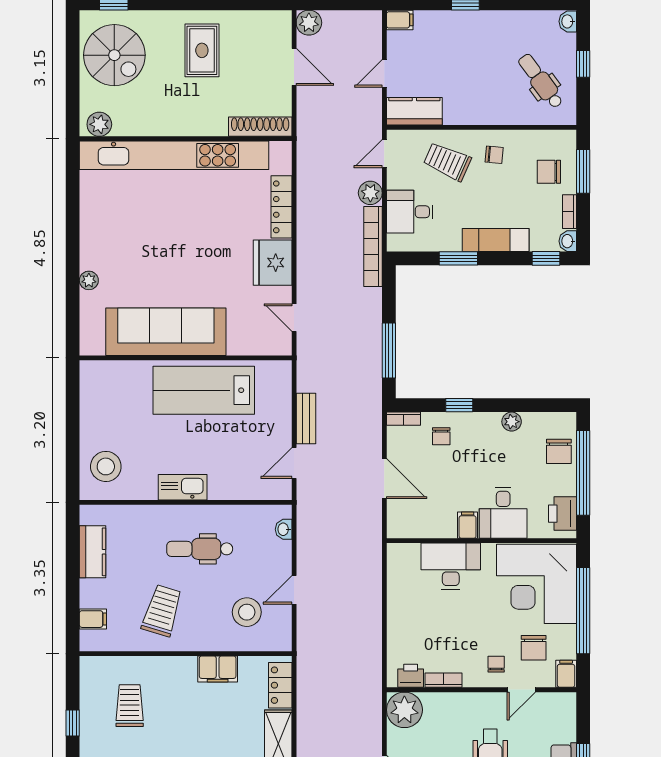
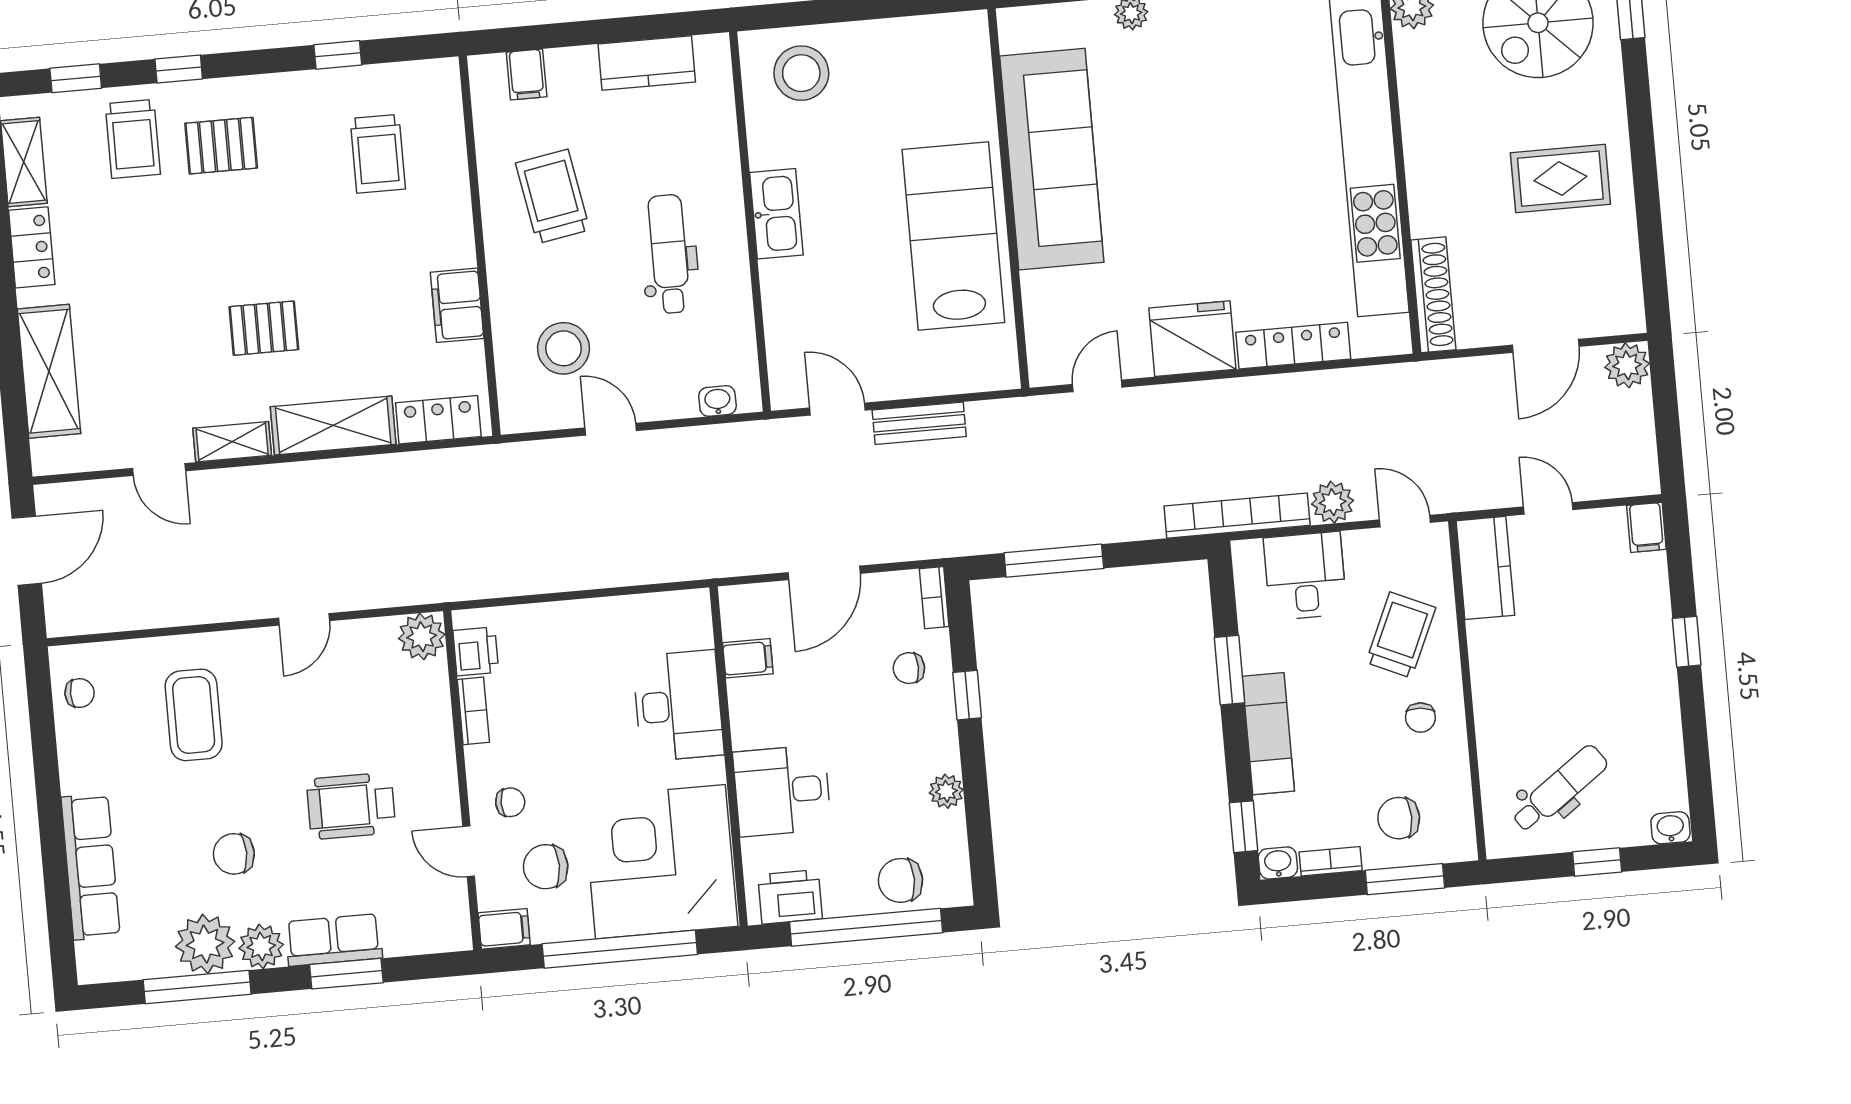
chair: (549, 172) -> (1399, 818), turned -90
filing cabinet: (468, 525) -> (748, 658), moved
trolley: (162, 611) -> (553, 196), turned -117
trolley: (130, 706) -> (378, 154), turned 90
plant: (404, 710) -> (422, 637), width x0.73, depth x0.73

